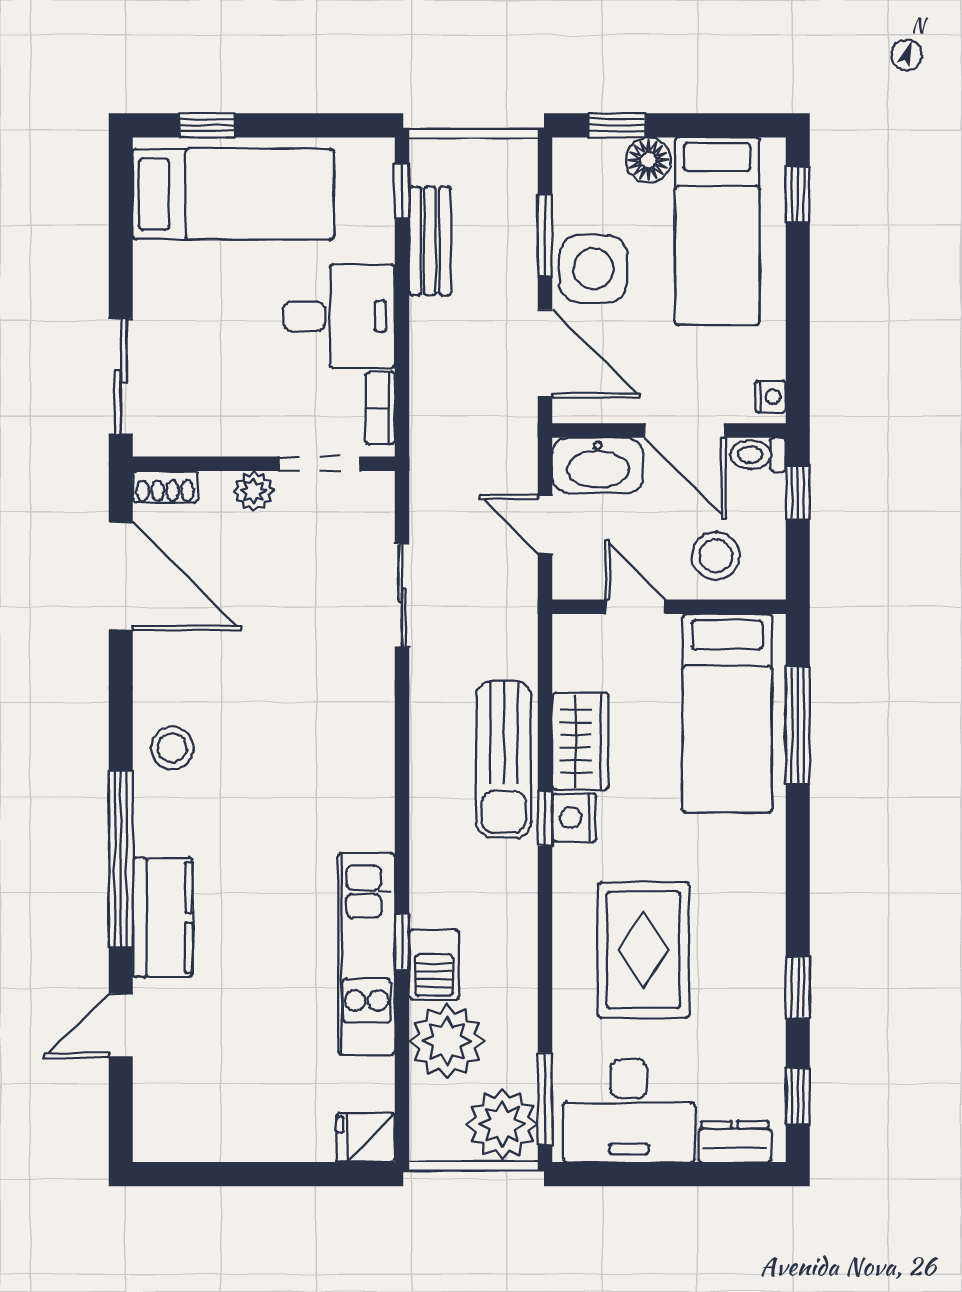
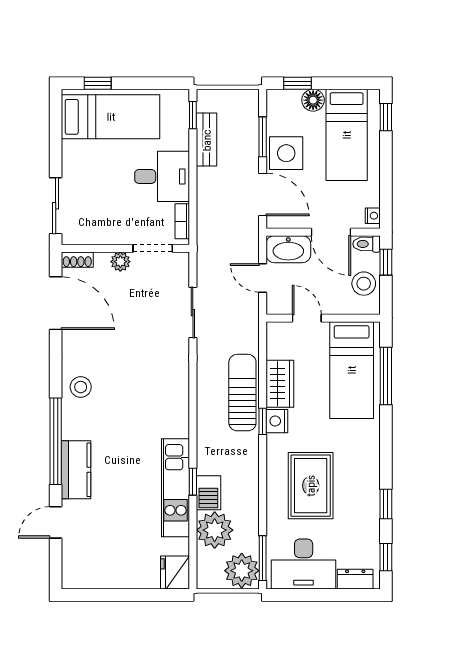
stool: (716, 556) -> (364, 284), moved
sun lounger: (504, 759) -> (242, 393), turned 180
fridge: (366, 1137) -> (175, 573), width x1.38

